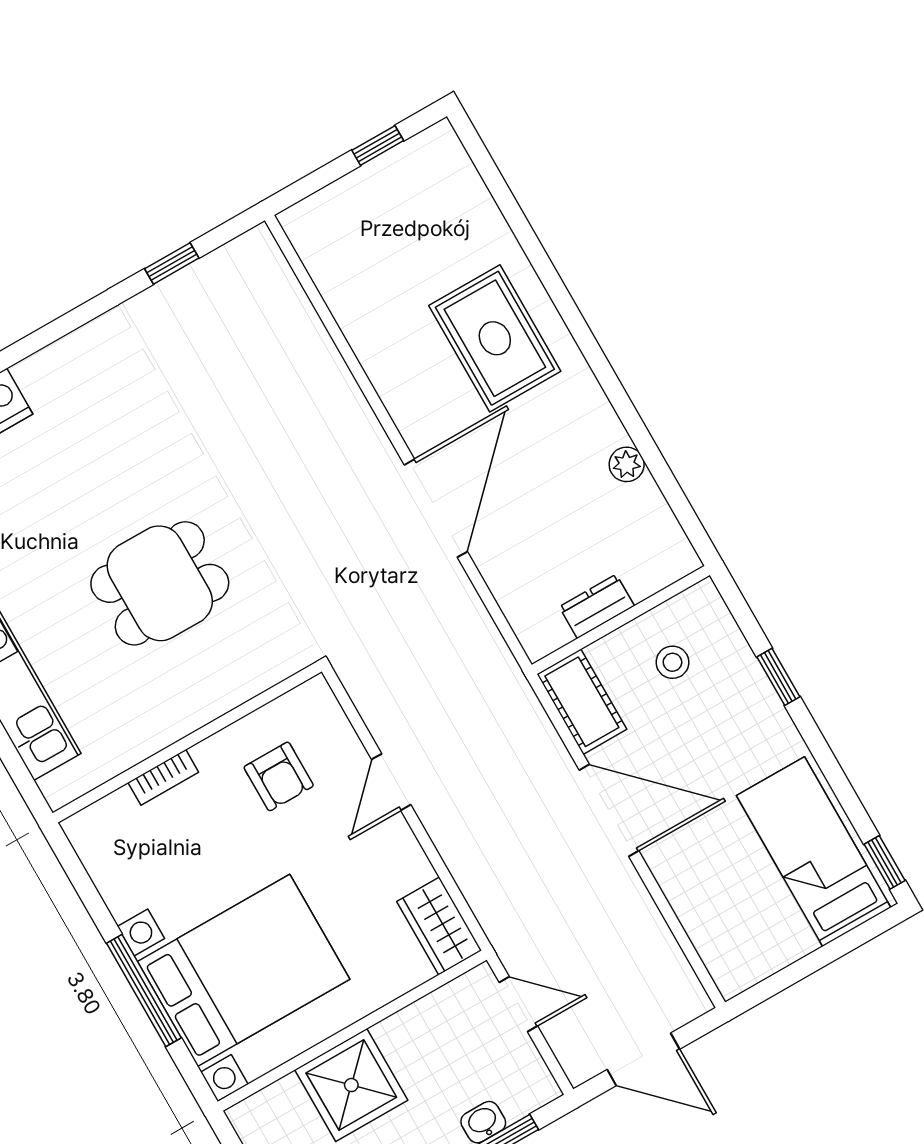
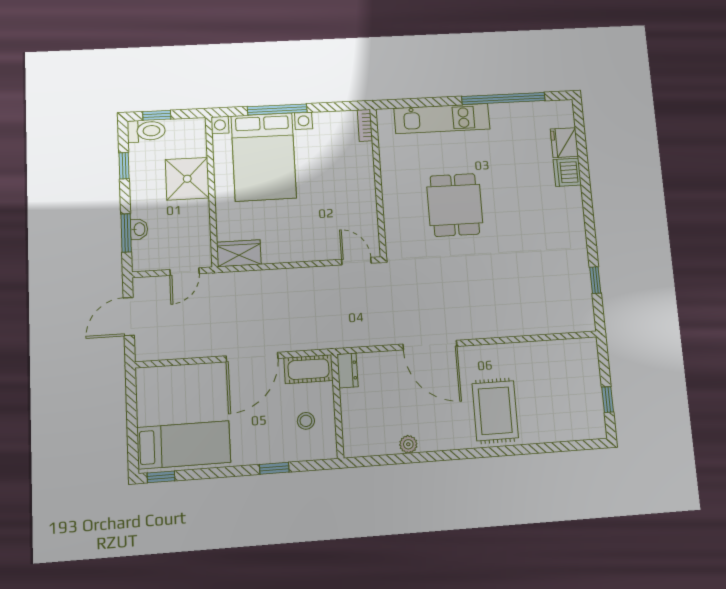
rug: (495, 338) -> (495, 411), turned 90
dresser: (597, 606) -> (347, 370), moved
armchair: (279, 776) -> (343, 215), removed
bookcase: (163, 777) -> (365, 125), moved
door: (391, 782) -> (356, 261), moved

